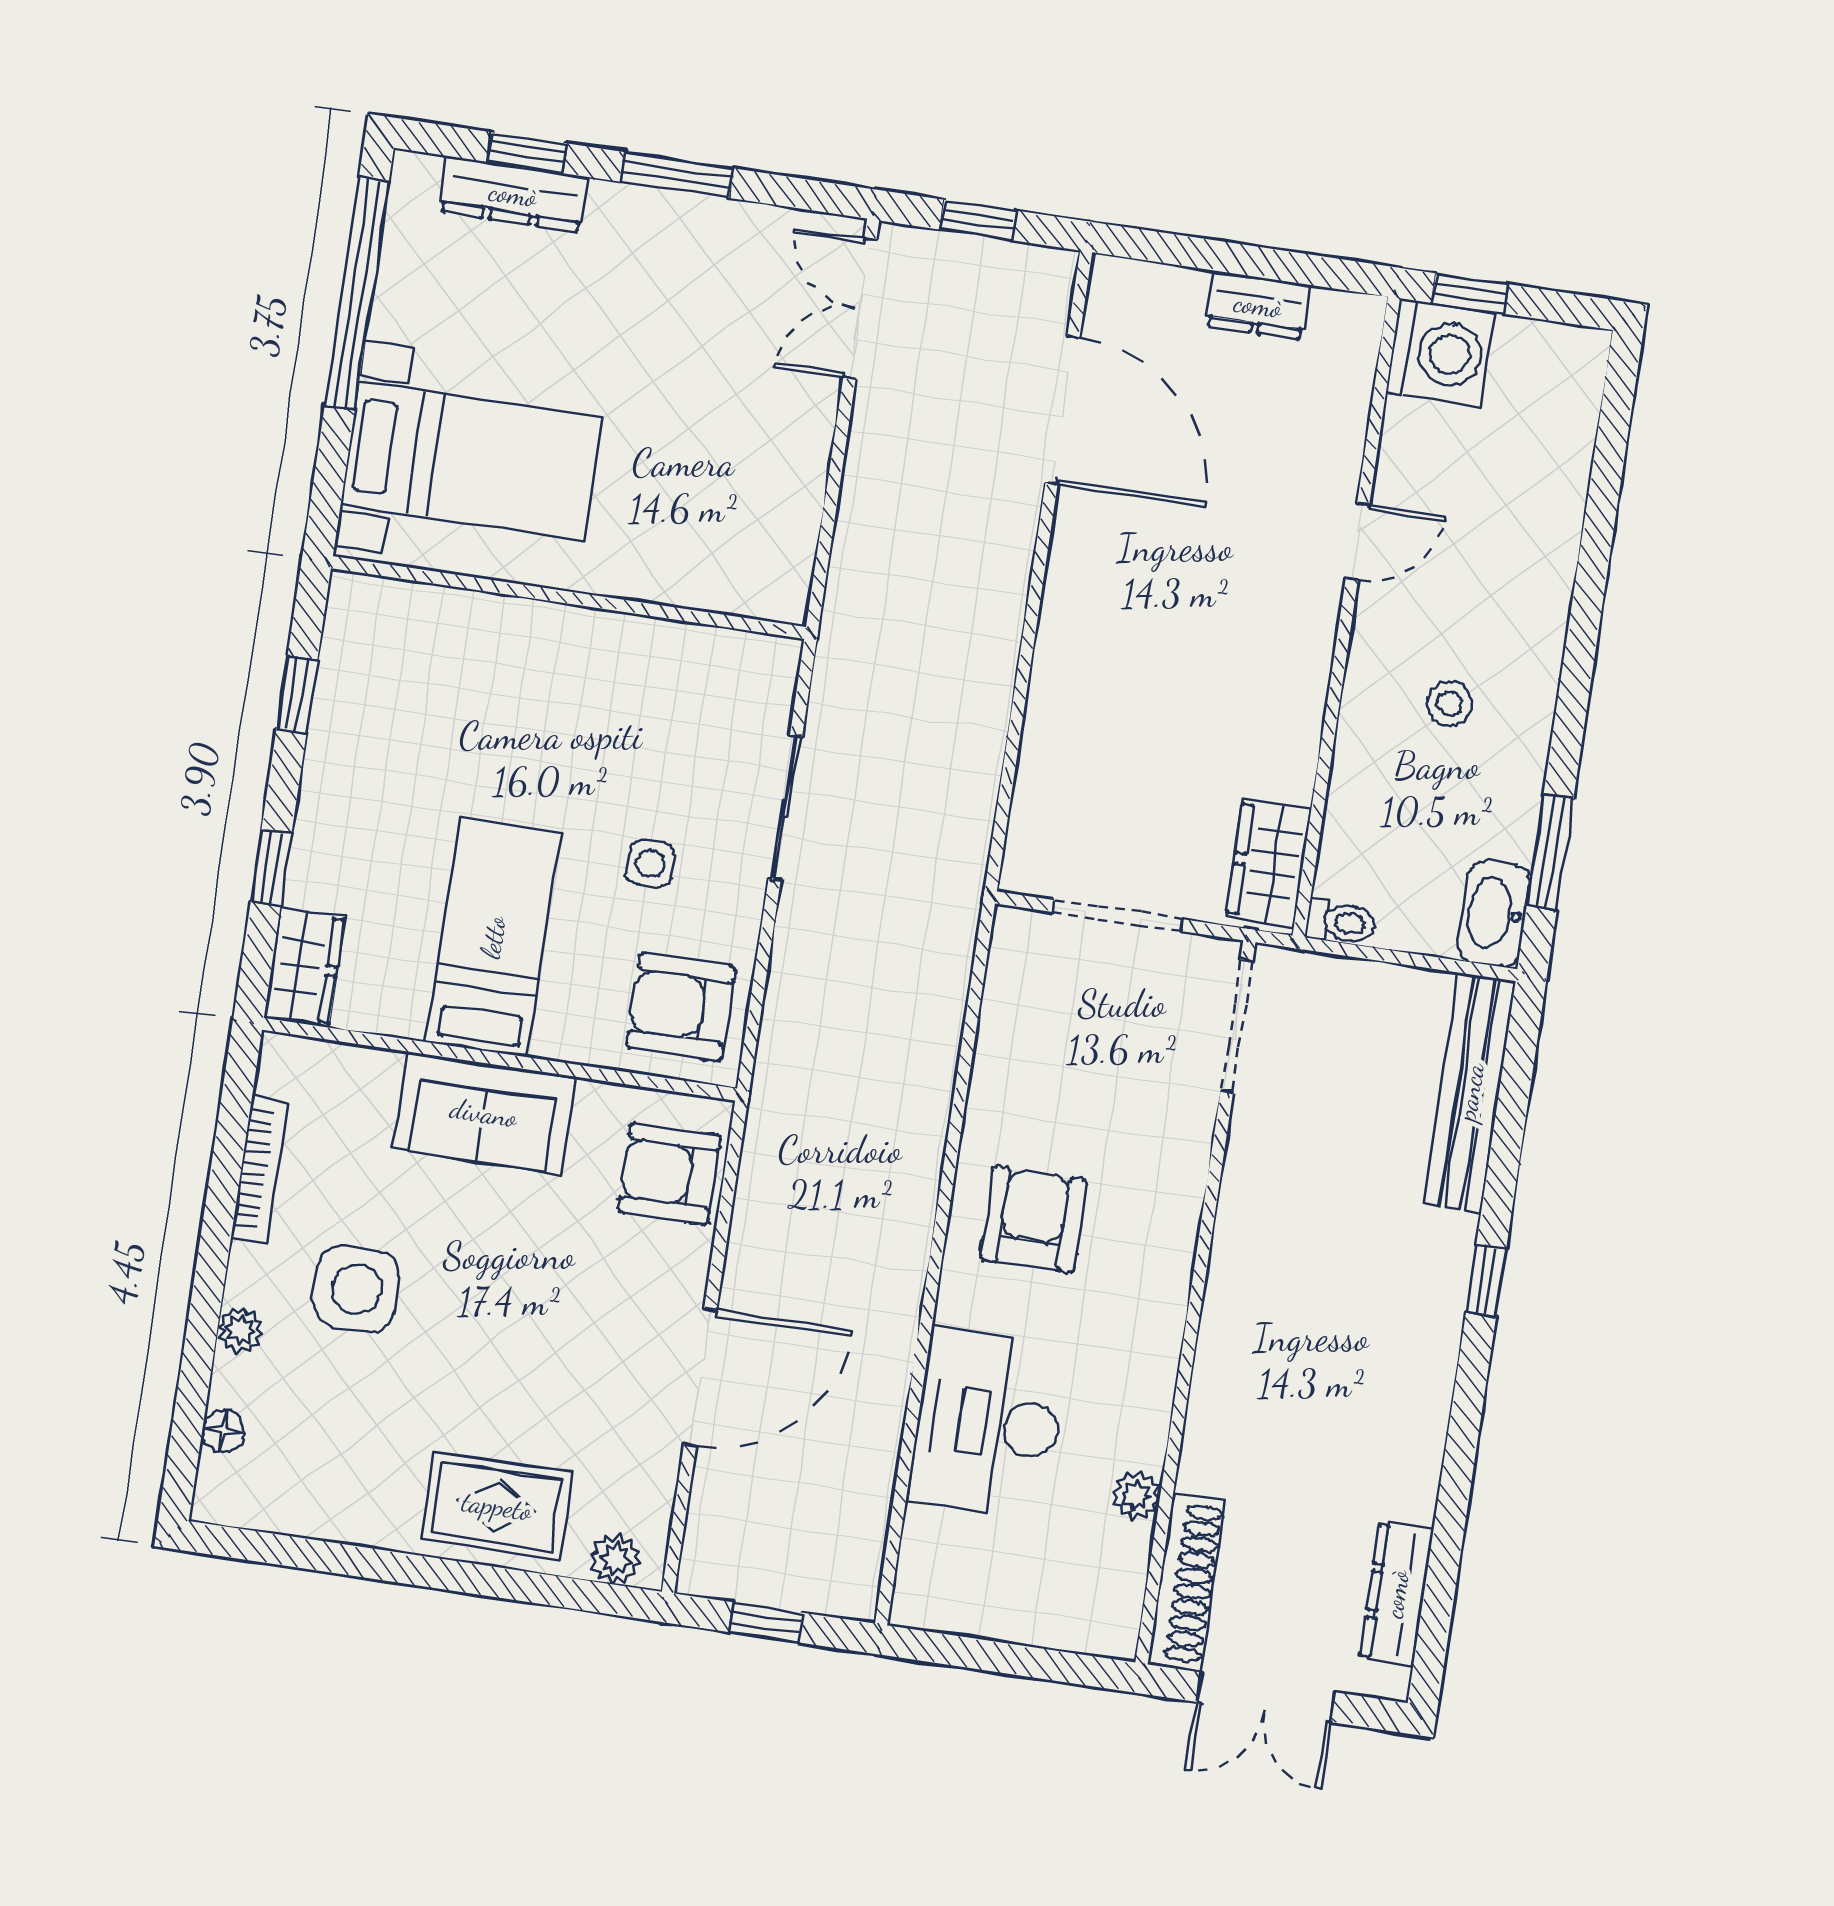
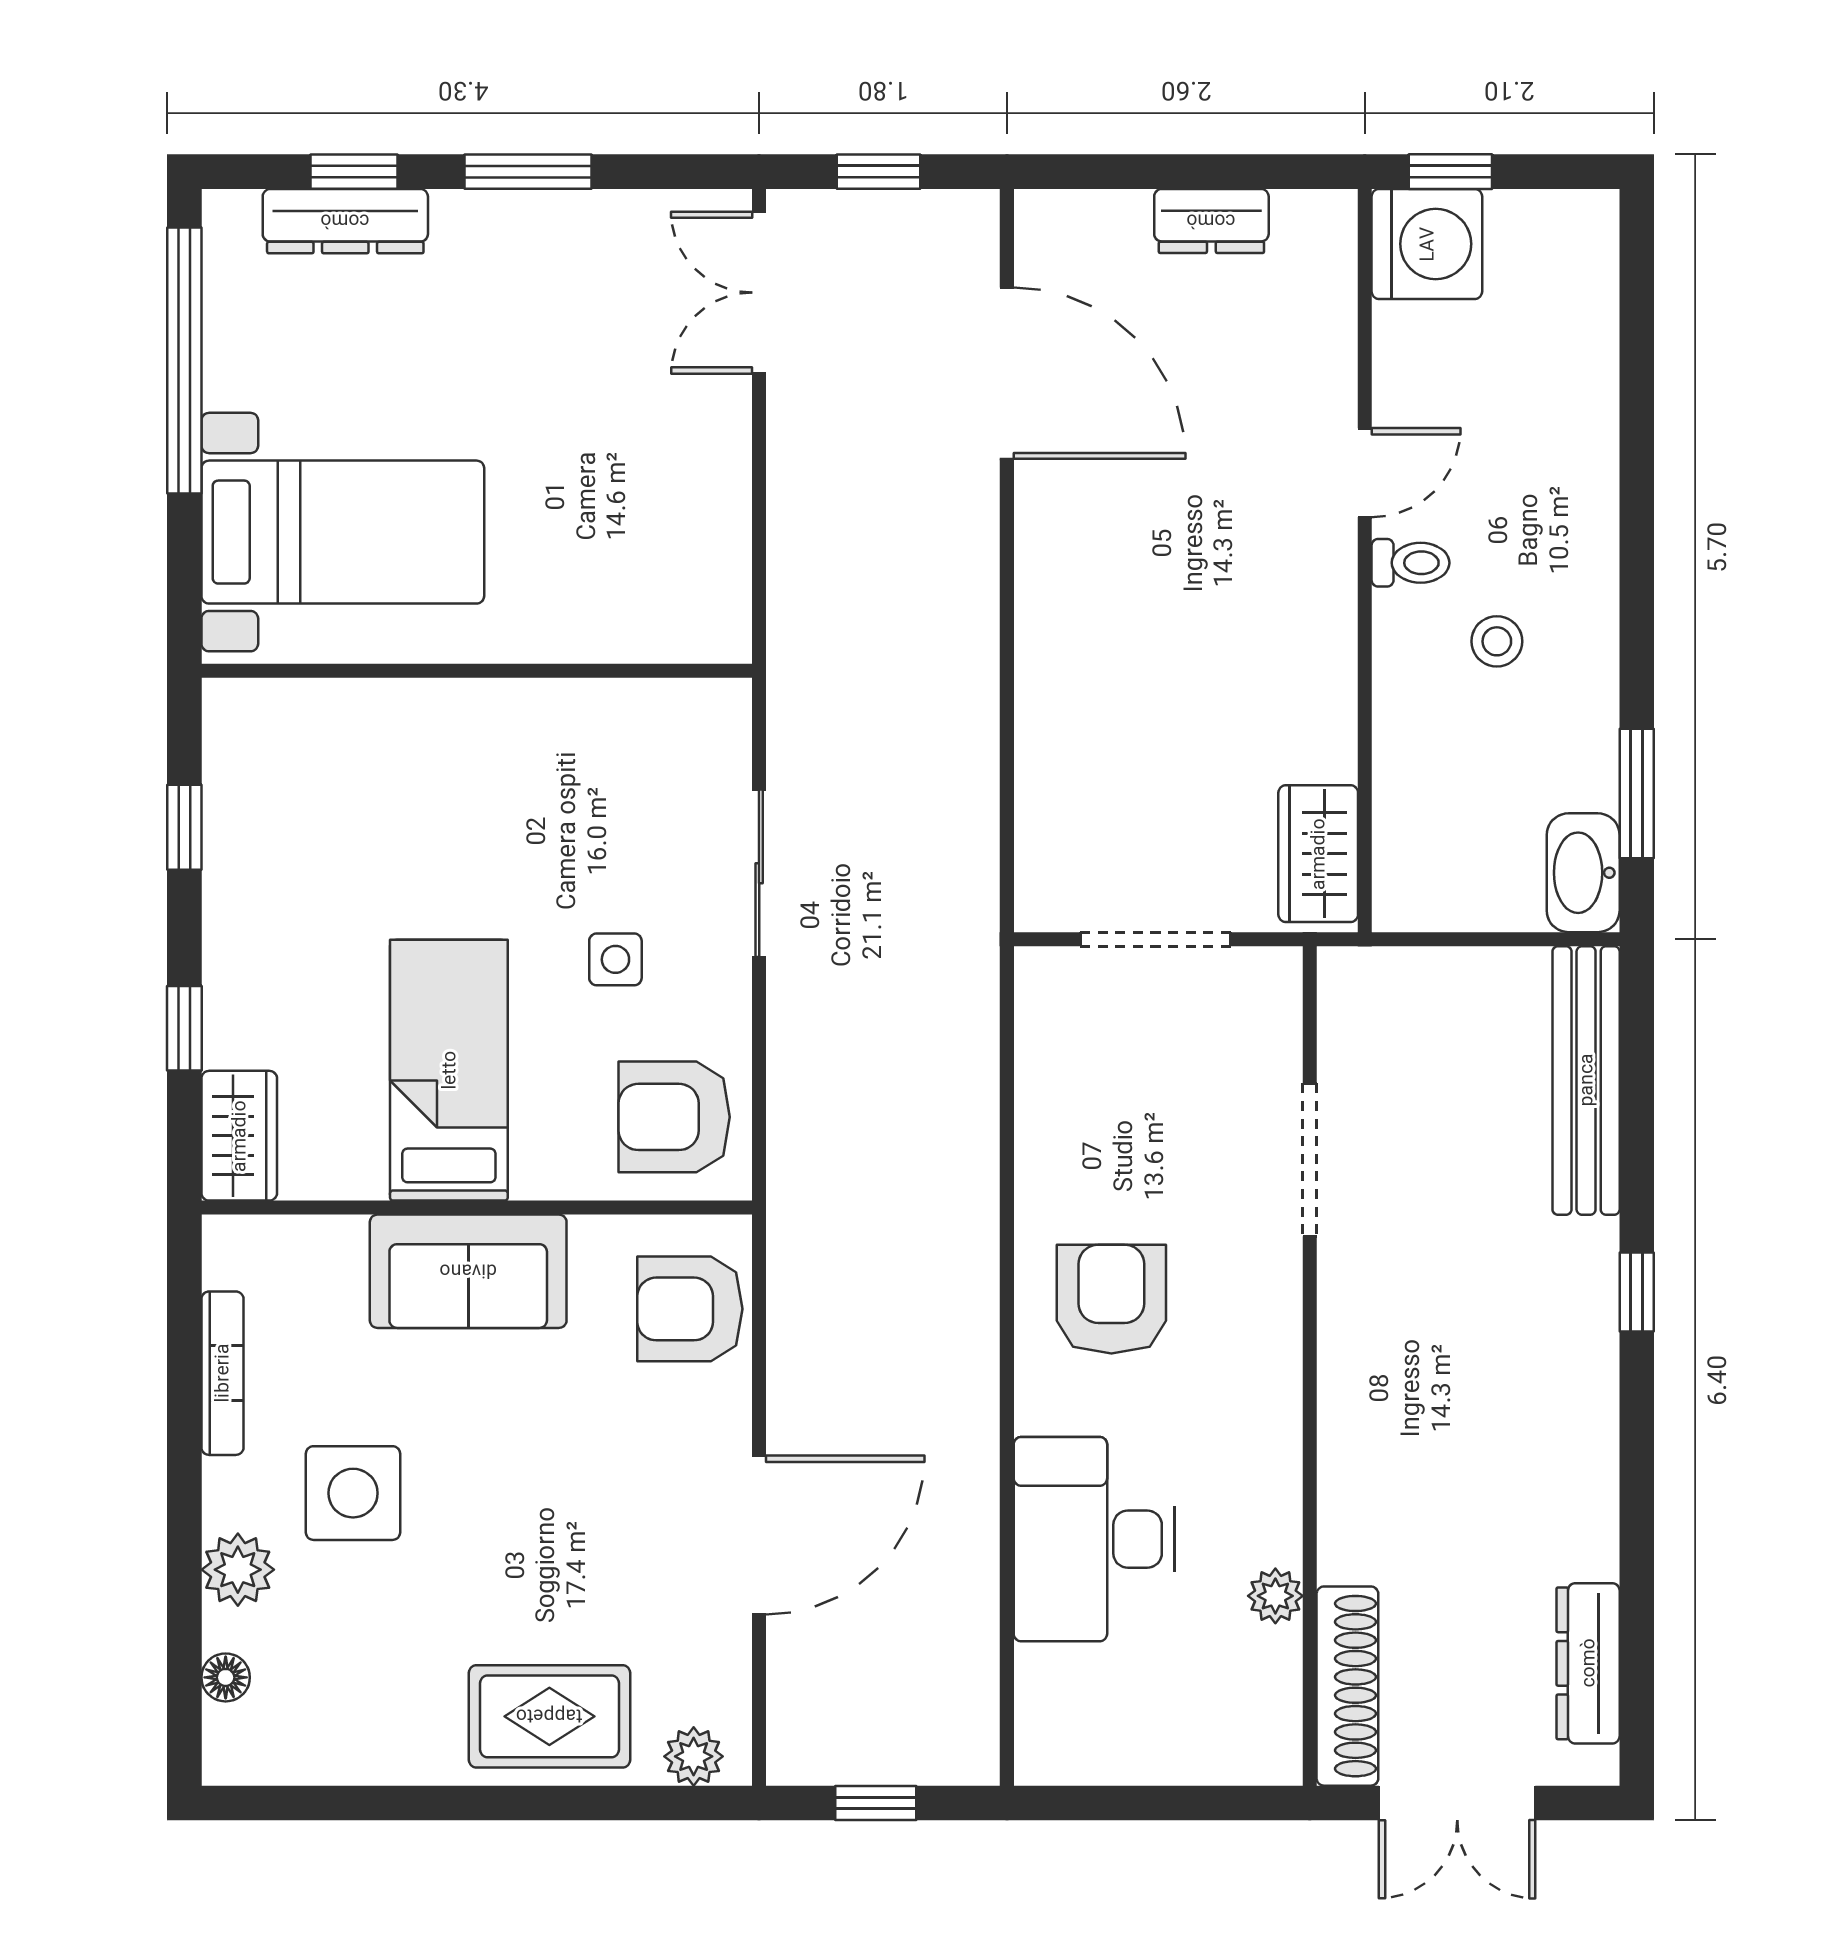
toilet: (1341, 922) -> (1411, 563), moved
doorway: (1237, 1026) -> (1310, 1160), moved
plant: (240, 1330) -> (238, 1570), width x1.38, depth x1.38

